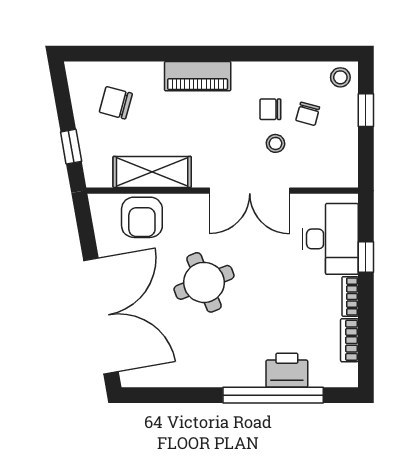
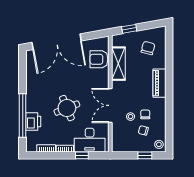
round table: (204, 282) -> (67, 108), moved

